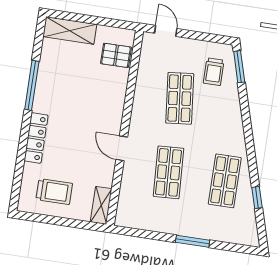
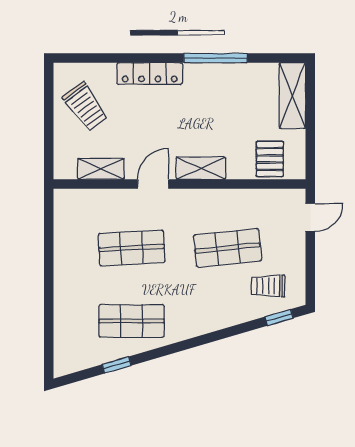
window: (239, 67) -> (279, 317), width x0.67
shelving: (115, 110) -> (201, 168), added
trolley: (54, 191) -> (85, 107), turned -36
shelving: (101, 205) -> (101, 169), moved
window: (193, 241) -> (49, 292), removed

